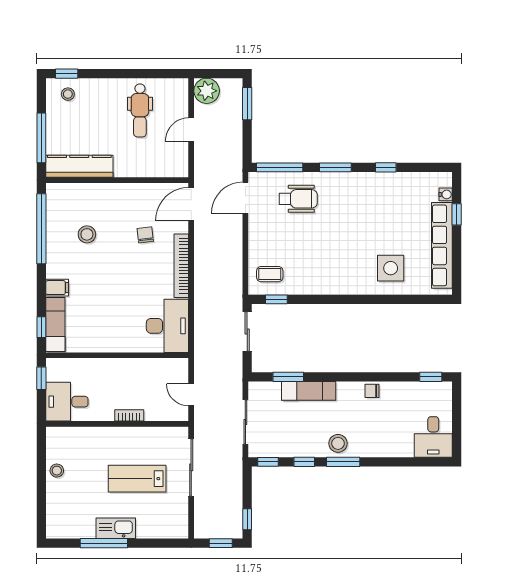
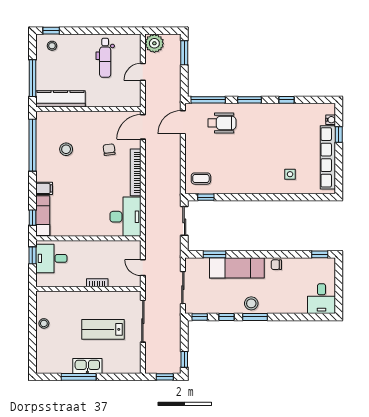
side table: (391, 268) -> (290, 174), width x0.54, depth x0.54
exam couch: (309, 391) -> (237, 268), width x1.36, depth x1.45
desk: (67, 402) -> (51, 258), moved

